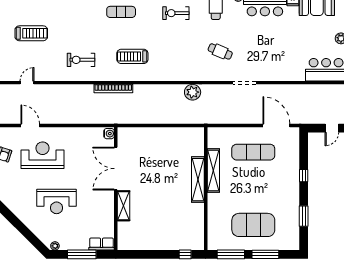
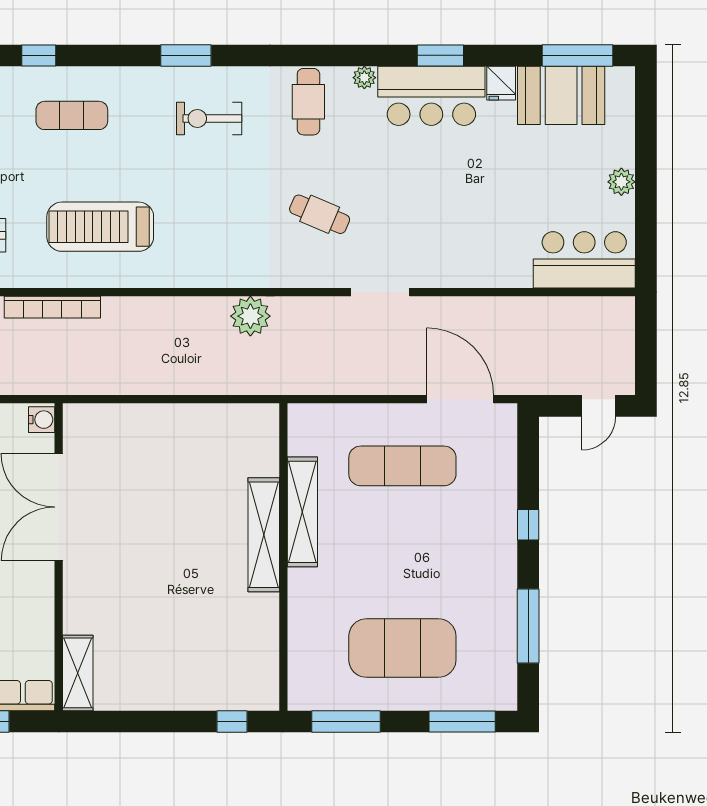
treadmill: (132, 56) -> (100, 227), width x1.37, depth x1.38
shelving: (123, 206) -> (78, 673), moved
window: (304, 216) -> (528, 626), width x1.44
window: (265, 254) -> (462, 721), moved

